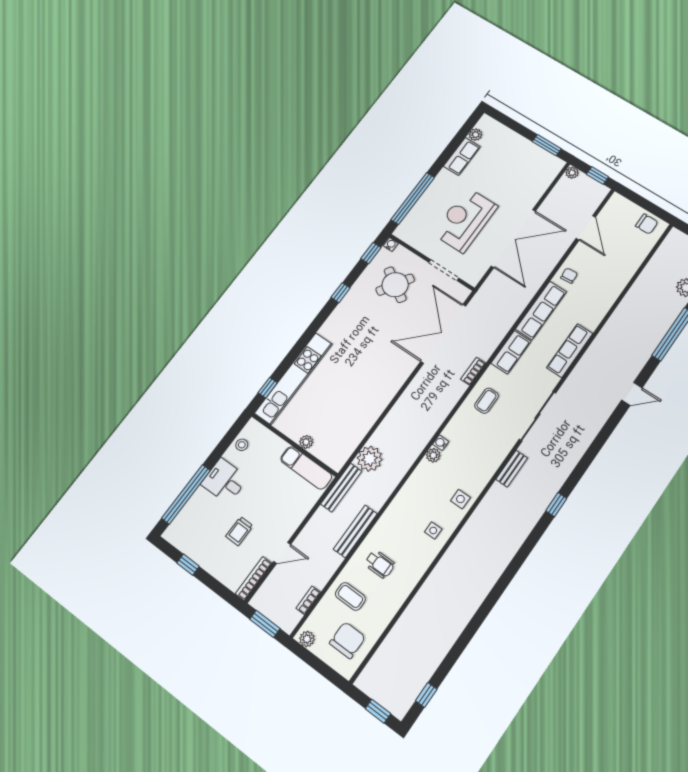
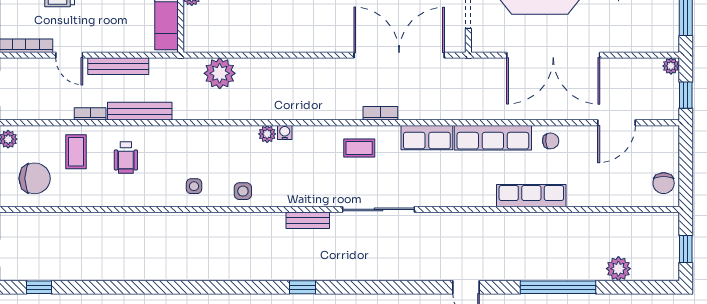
row of seats: (570, 351) -> (531, 196), moved
bench: (341, 488) -> (118, 66), moved
bookcase: (308, 600) -> (90, 114), moved

